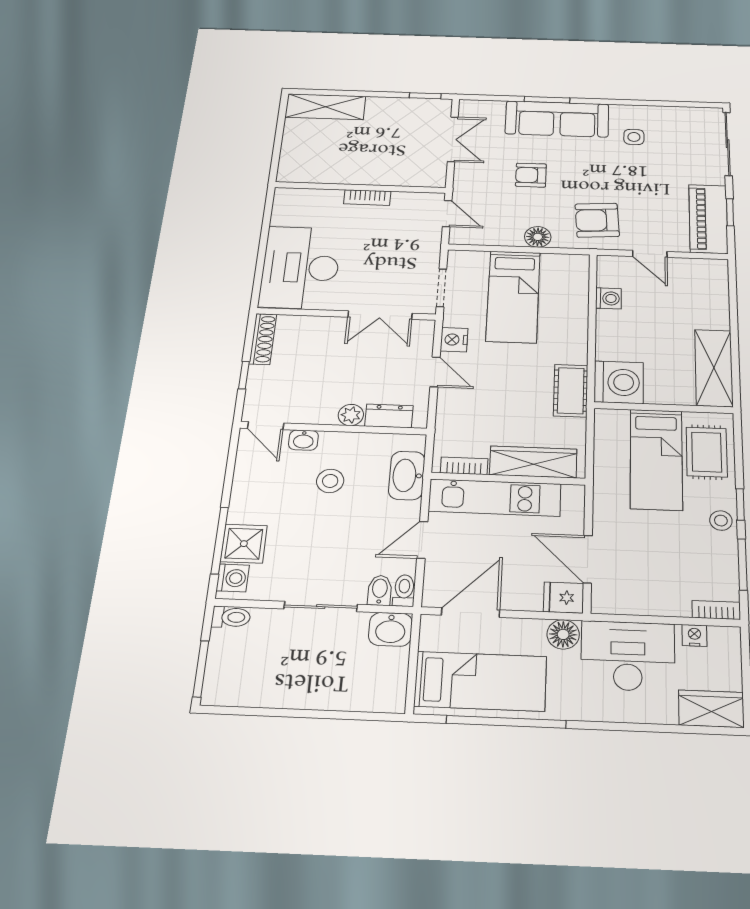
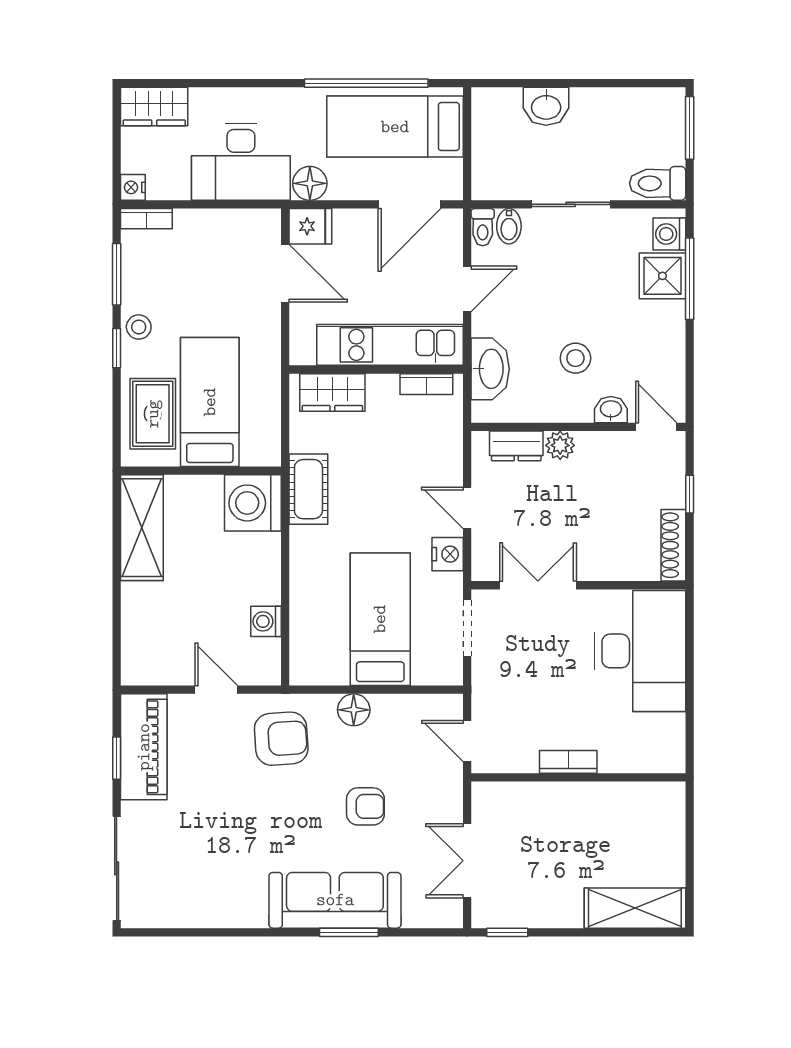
side table: (634, 137) -> (236, 874), removed
wardrobe: (533, 462) -> (332, 392), width x0.67
toilet: (231, 617) -> (658, 183), width x1.37, depth x1.39
washbasin: (390, 629) -> (546, 106), moved, turned 180
nightstand: (694, 635) -> (133, 187), moved, turned 90

